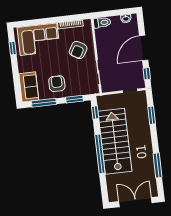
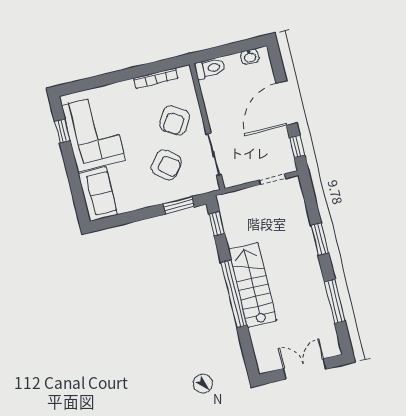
corner sofa: (39, 39) -> (93, 133), moved, turned -90
armchair: (57, 84) -> (166, 165), moved, turned 128
window: (44, 103) -> (127, 218), removed
window: (152, 115) -> (320, 239), moved
stairs: (115, 141) -> (253, 285), width x0.73, depth x0.66
double door: (135, 202) -> (305, 369), width x0.73

